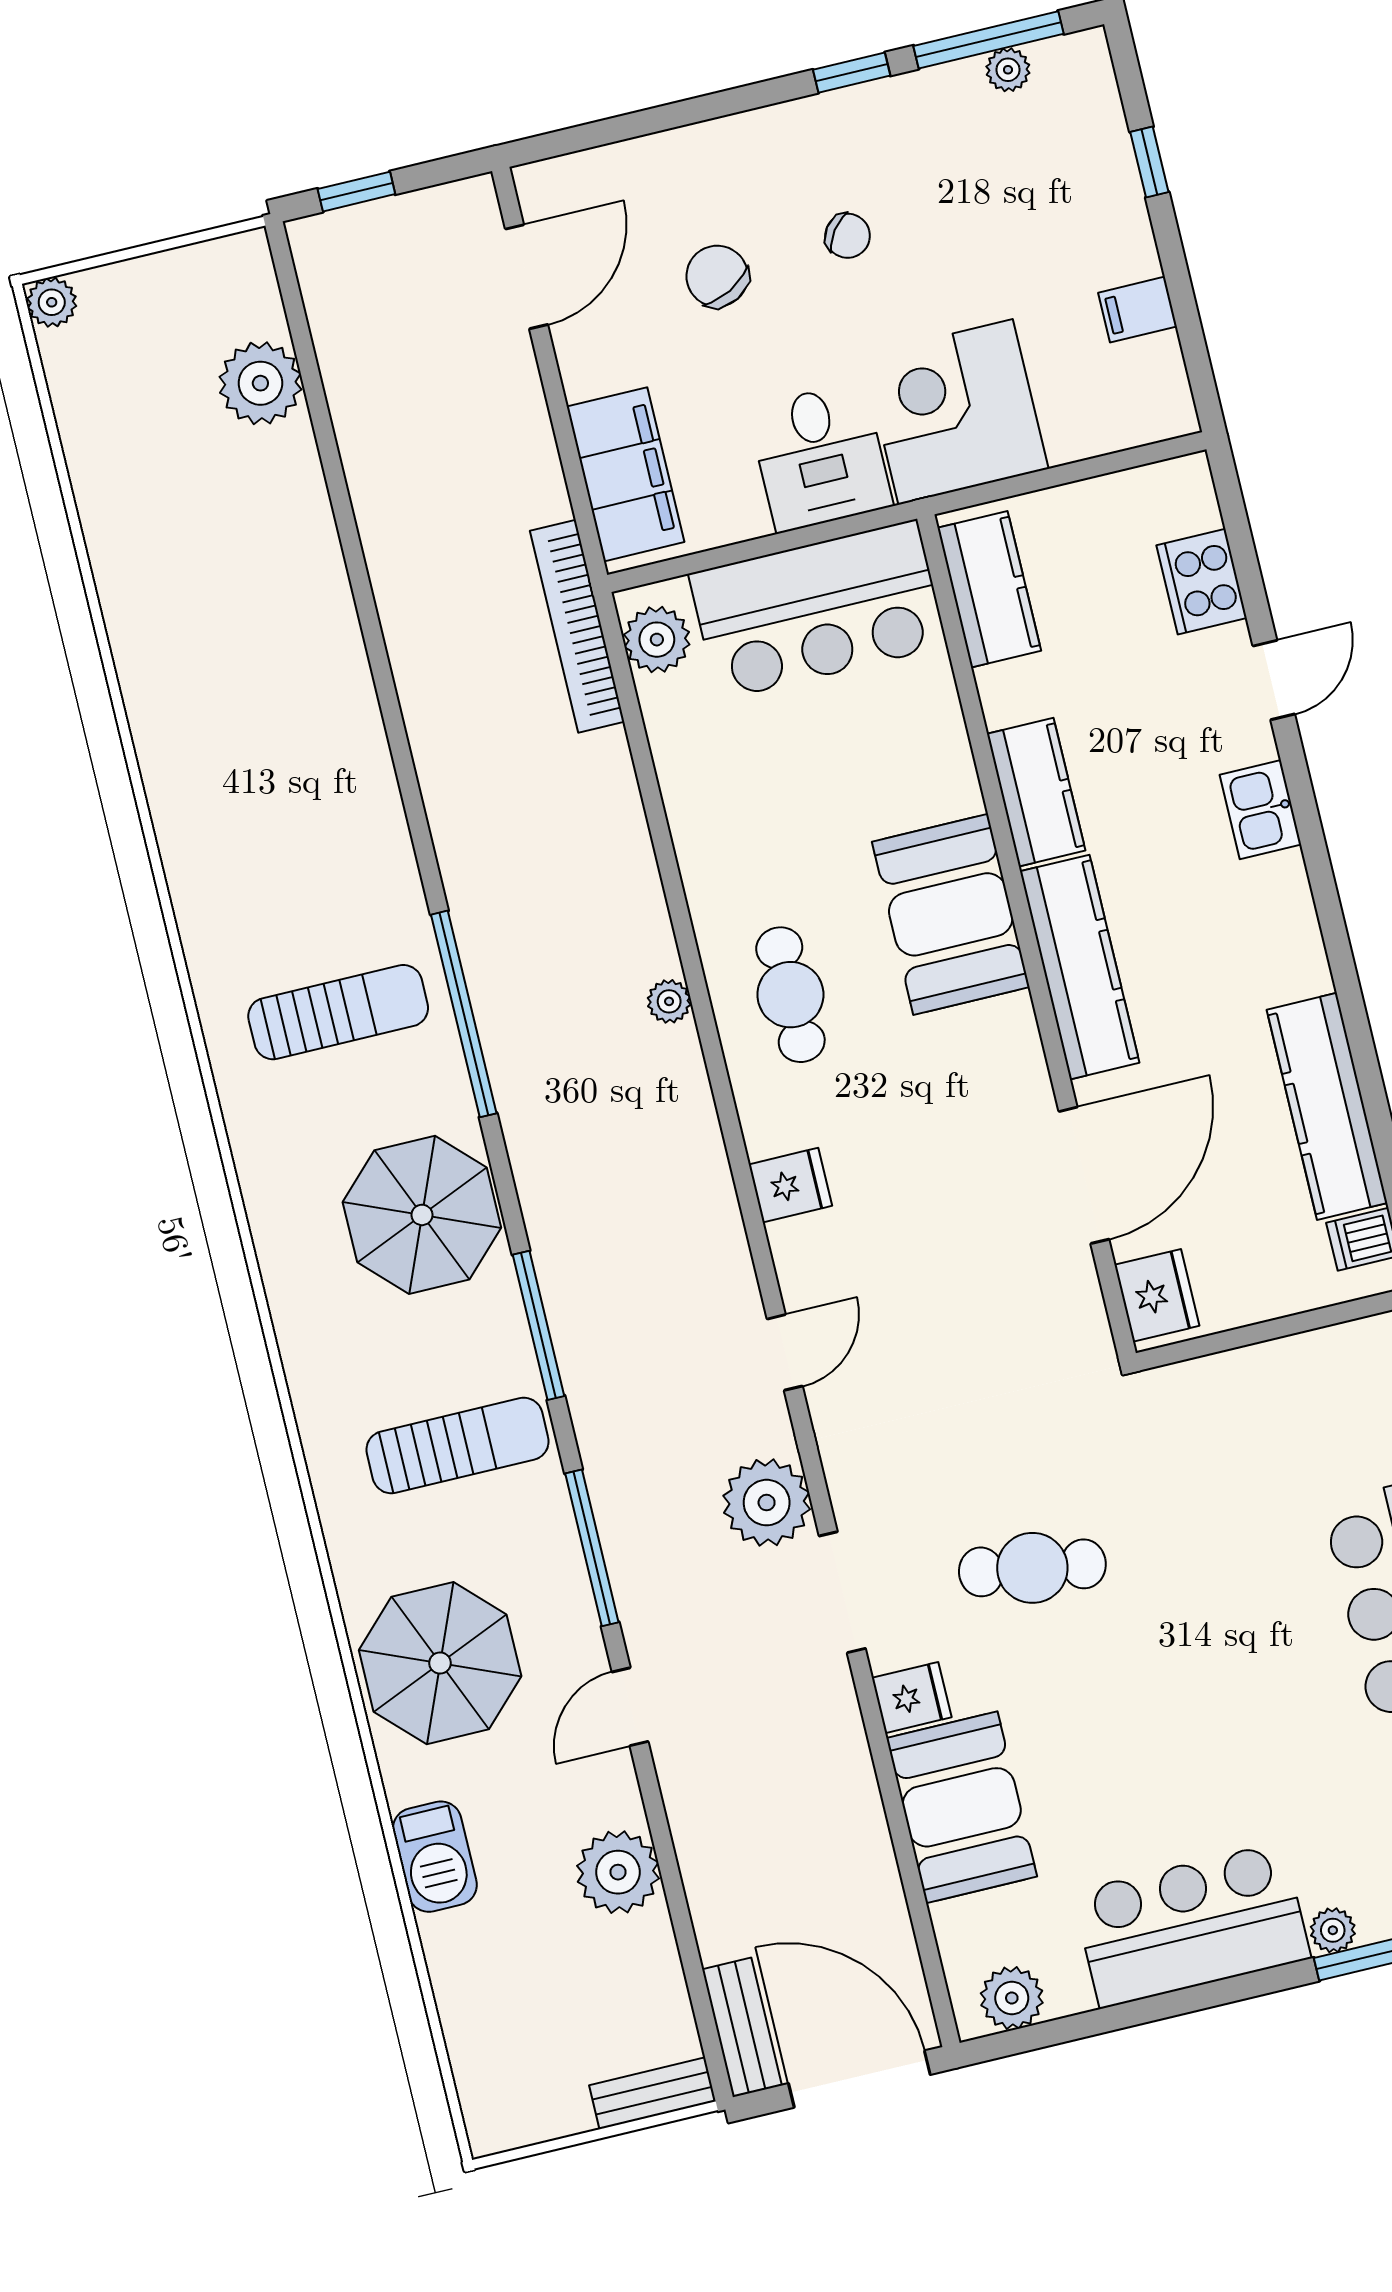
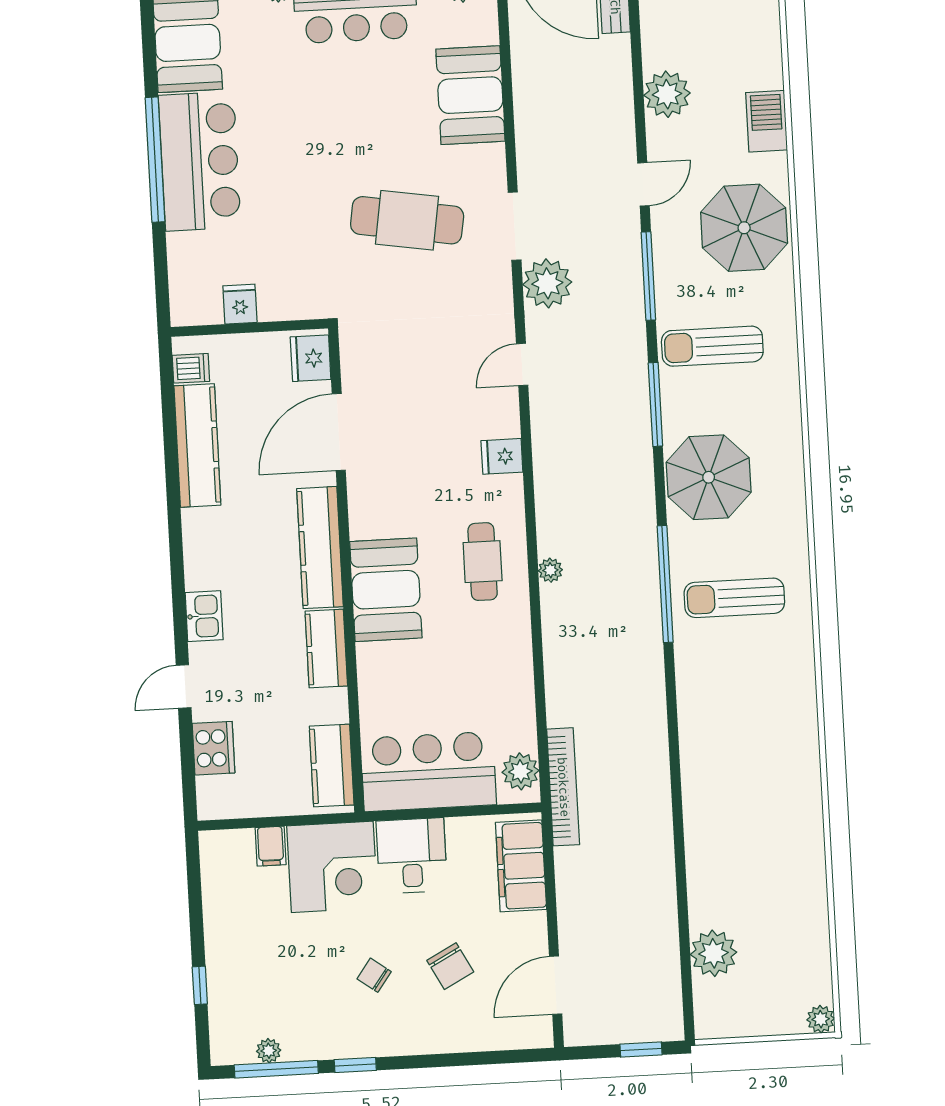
filing cabinet: (1137, 310) -> (271, 846), moved, turned 90
cafe table: (1032, 1568) -> (407, 220), width x1.37, depth x1.35
fridge: (912, 1698) -> (240, 304), moved, turned 90

